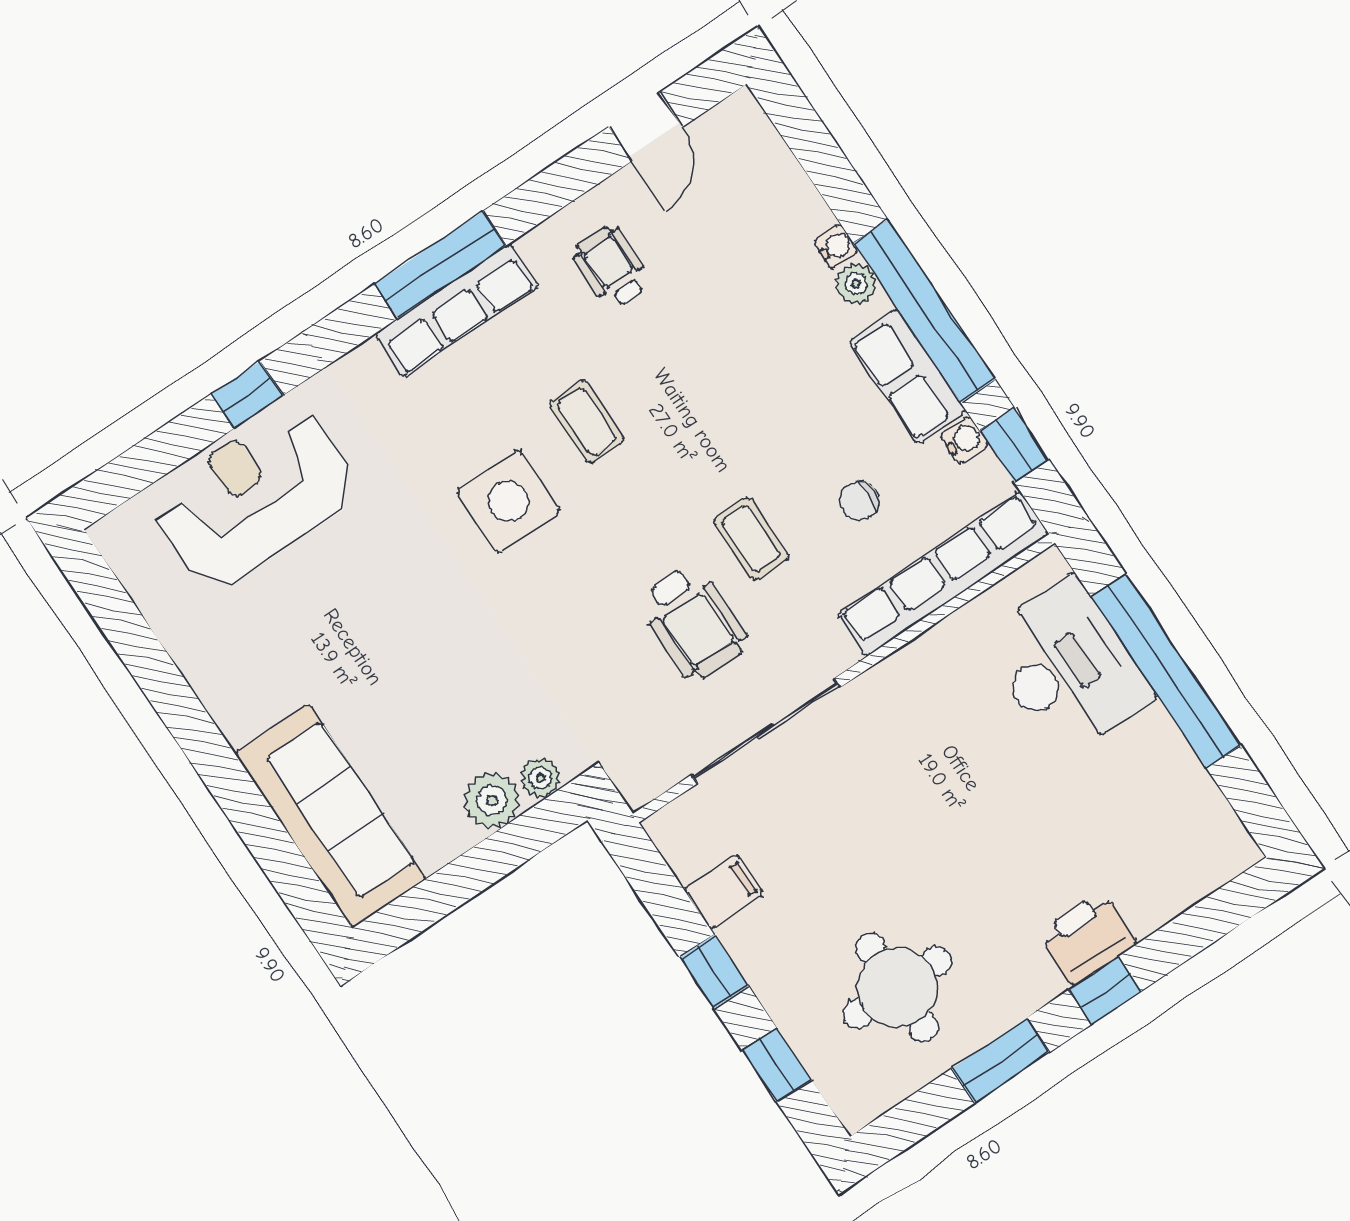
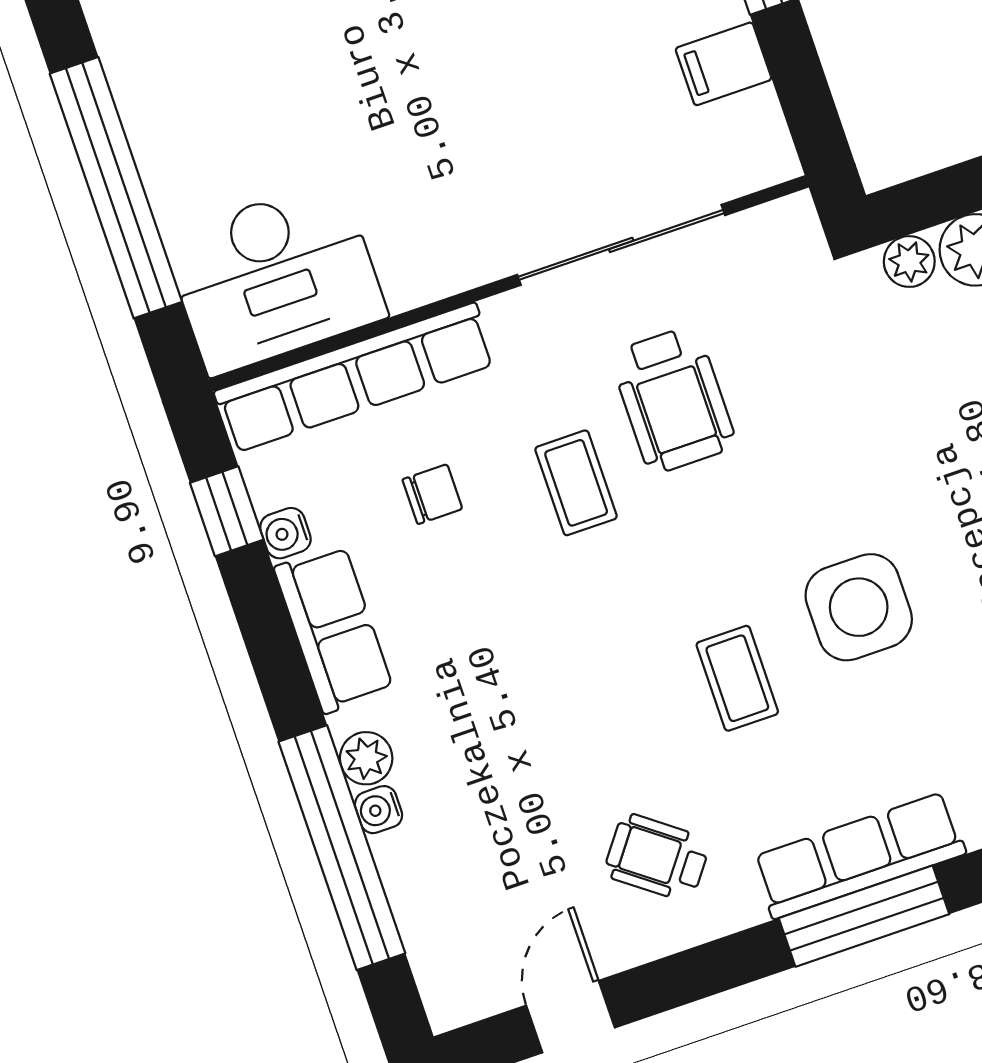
wheelchair: (612, 267) -> (657, 857), turned 127
window: (924, 311) -> (342, 848), moved
wheelchair: (694, 623) -> (673, 400), turned 180
desk: (1067, 667) -> (275, 277), moved, turned -90

